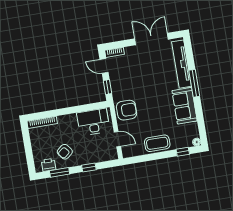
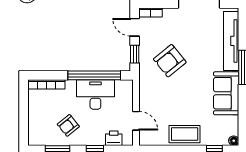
window: (79, 109) -> (94, 75), added
armchair: (127, 110) -> (170, 61), moved, turned 141
desk: (93, 122) -> (95, 94), moved
printer: (48, 165) -> (114, 138), moved

